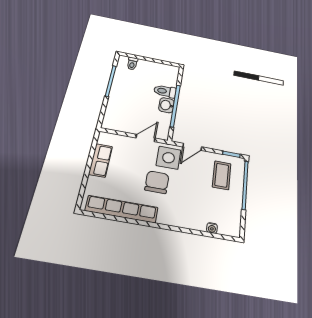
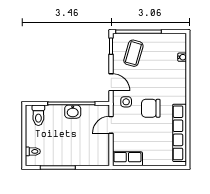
toilet: (165, 91) -> (38, 115), moved
door: (146, 138) -> (111, 125), hinge flipped
side table: (169, 158) -> (126, 102), width x0.54, depth x0.54
row of seats: (101, 160) -> (127, 159), moved
coffee table: (222, 175) -> (133, 53), turned -74

